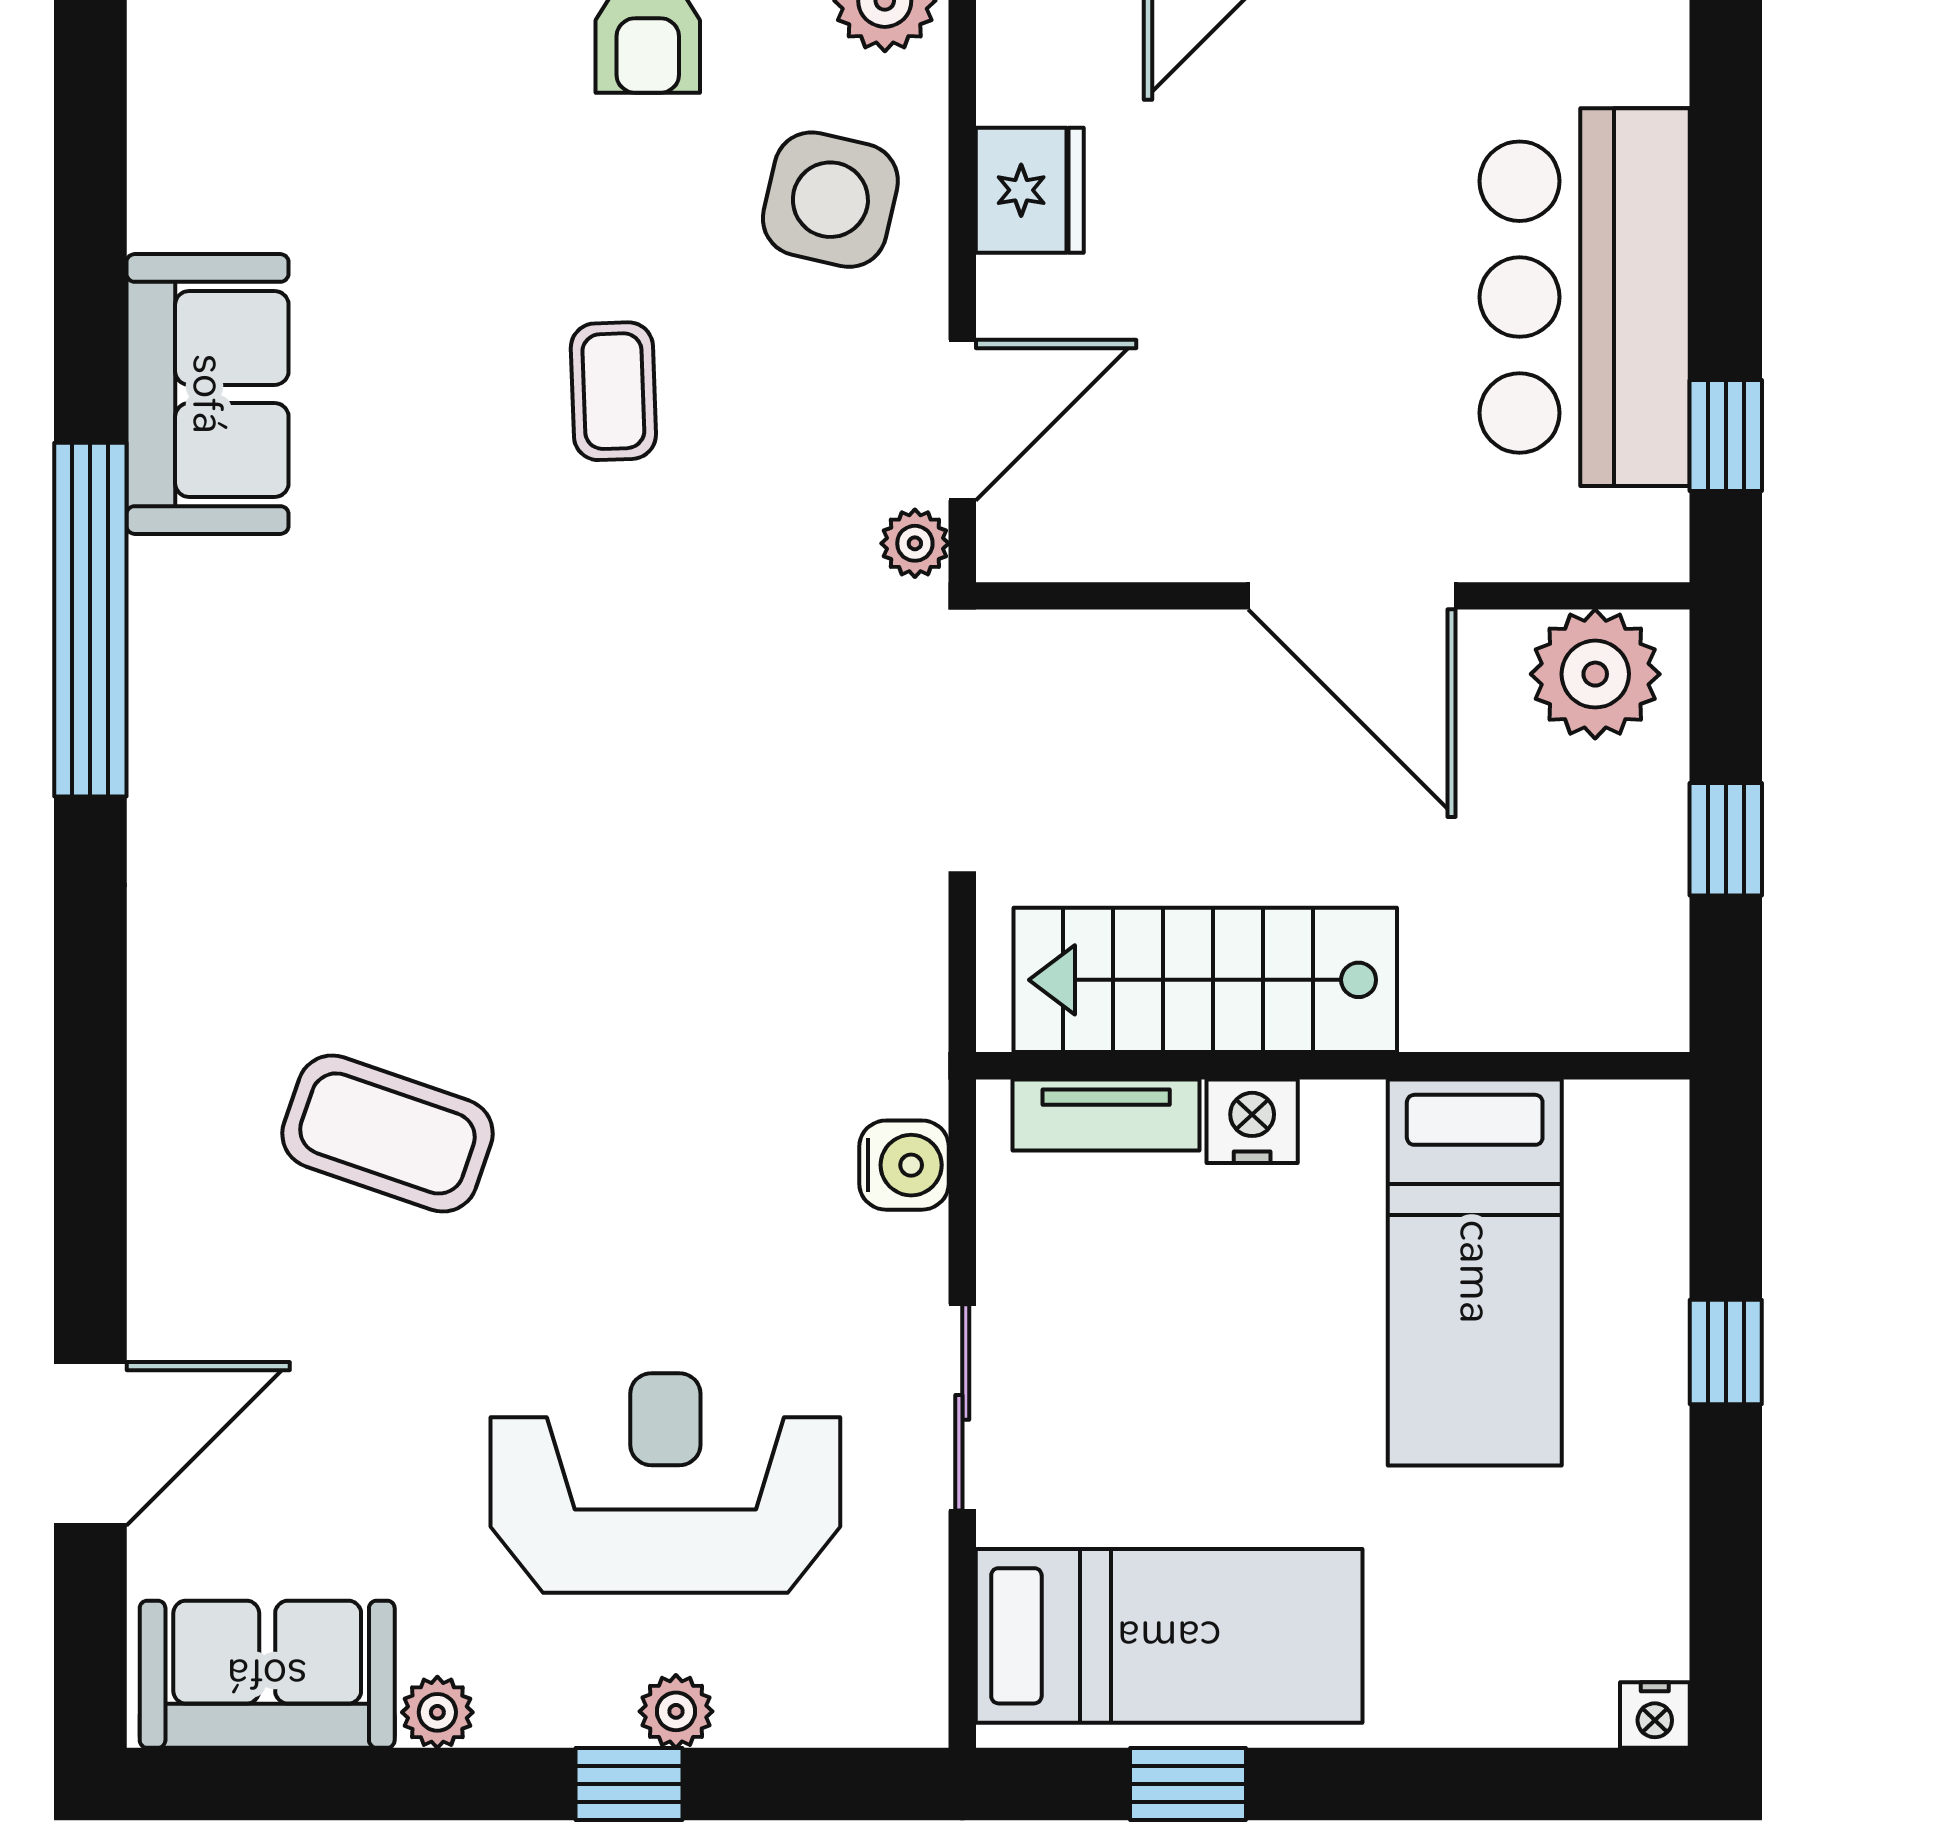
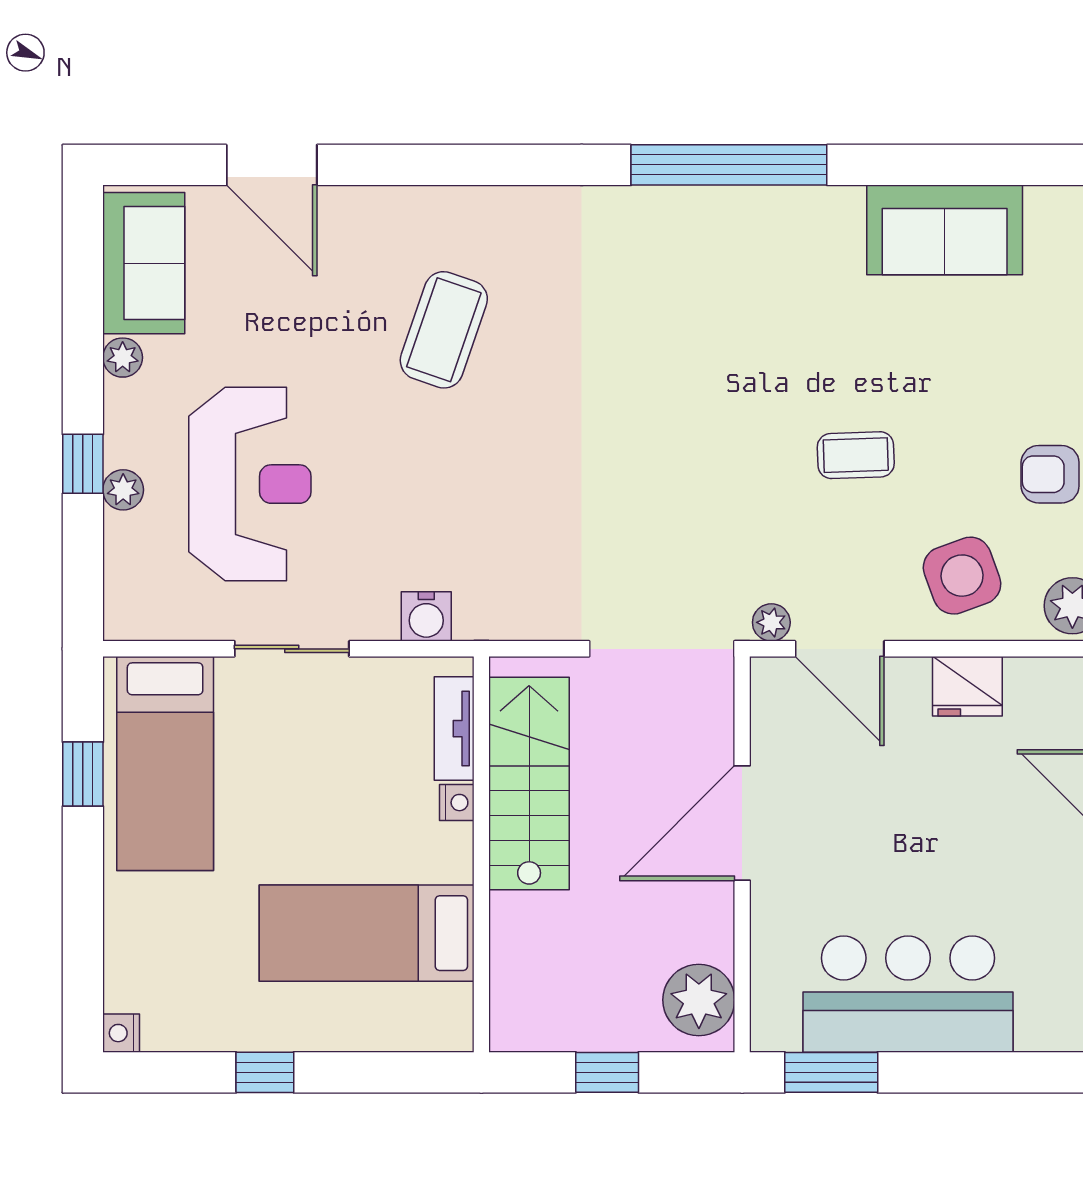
side table: (830, 200) -> (962, 576), turned -33
sofa: (208, 394) -> (945, 230), moved
window: (1726, 435) -> (831, 1072), width x1.50
door: (1352, 596) -> (742, 823), moved
nightstand: (1252, 1121) -> (457, 803), width x0.72, depth x0.74
window: (1726, 1352) -> (265, 1072), moved

